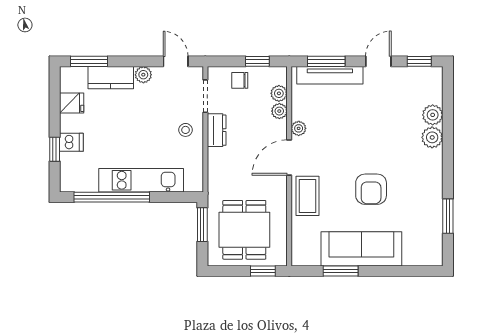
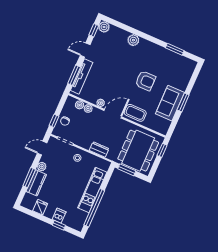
window: (89, 61) -> (29, 178), moved
window: (257, 61) -> (54, 121), moved
door: (378, 61) -> (85, 50), hinge flipped
plant: (433, 115) -> (104, 27), moved
dresser: (217, 130) -> (99, 149), moved
door: (289, 158) -> (113, 114), swing flipped
dining table: (244, 230) -> (138, 151), width x1.37
sofa: (361, 249) -> (170, 103), width x0.73
window: (341, 271) -> (183, 102), moved

